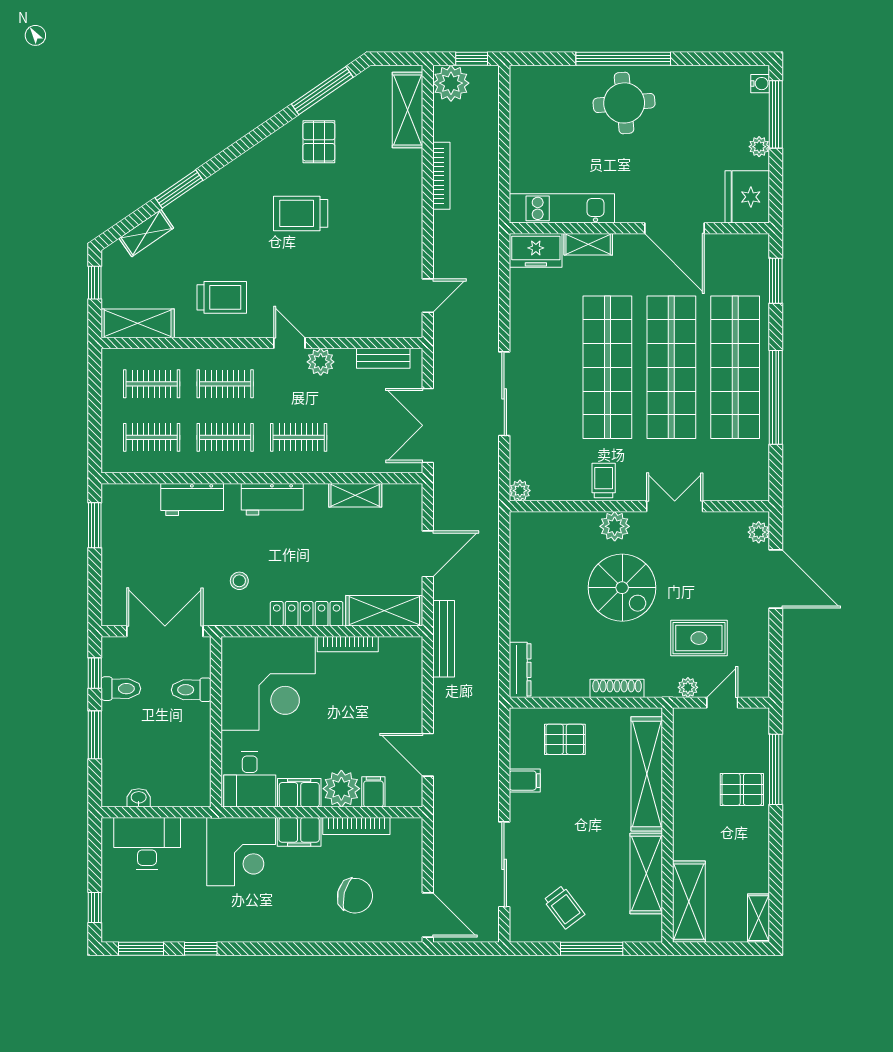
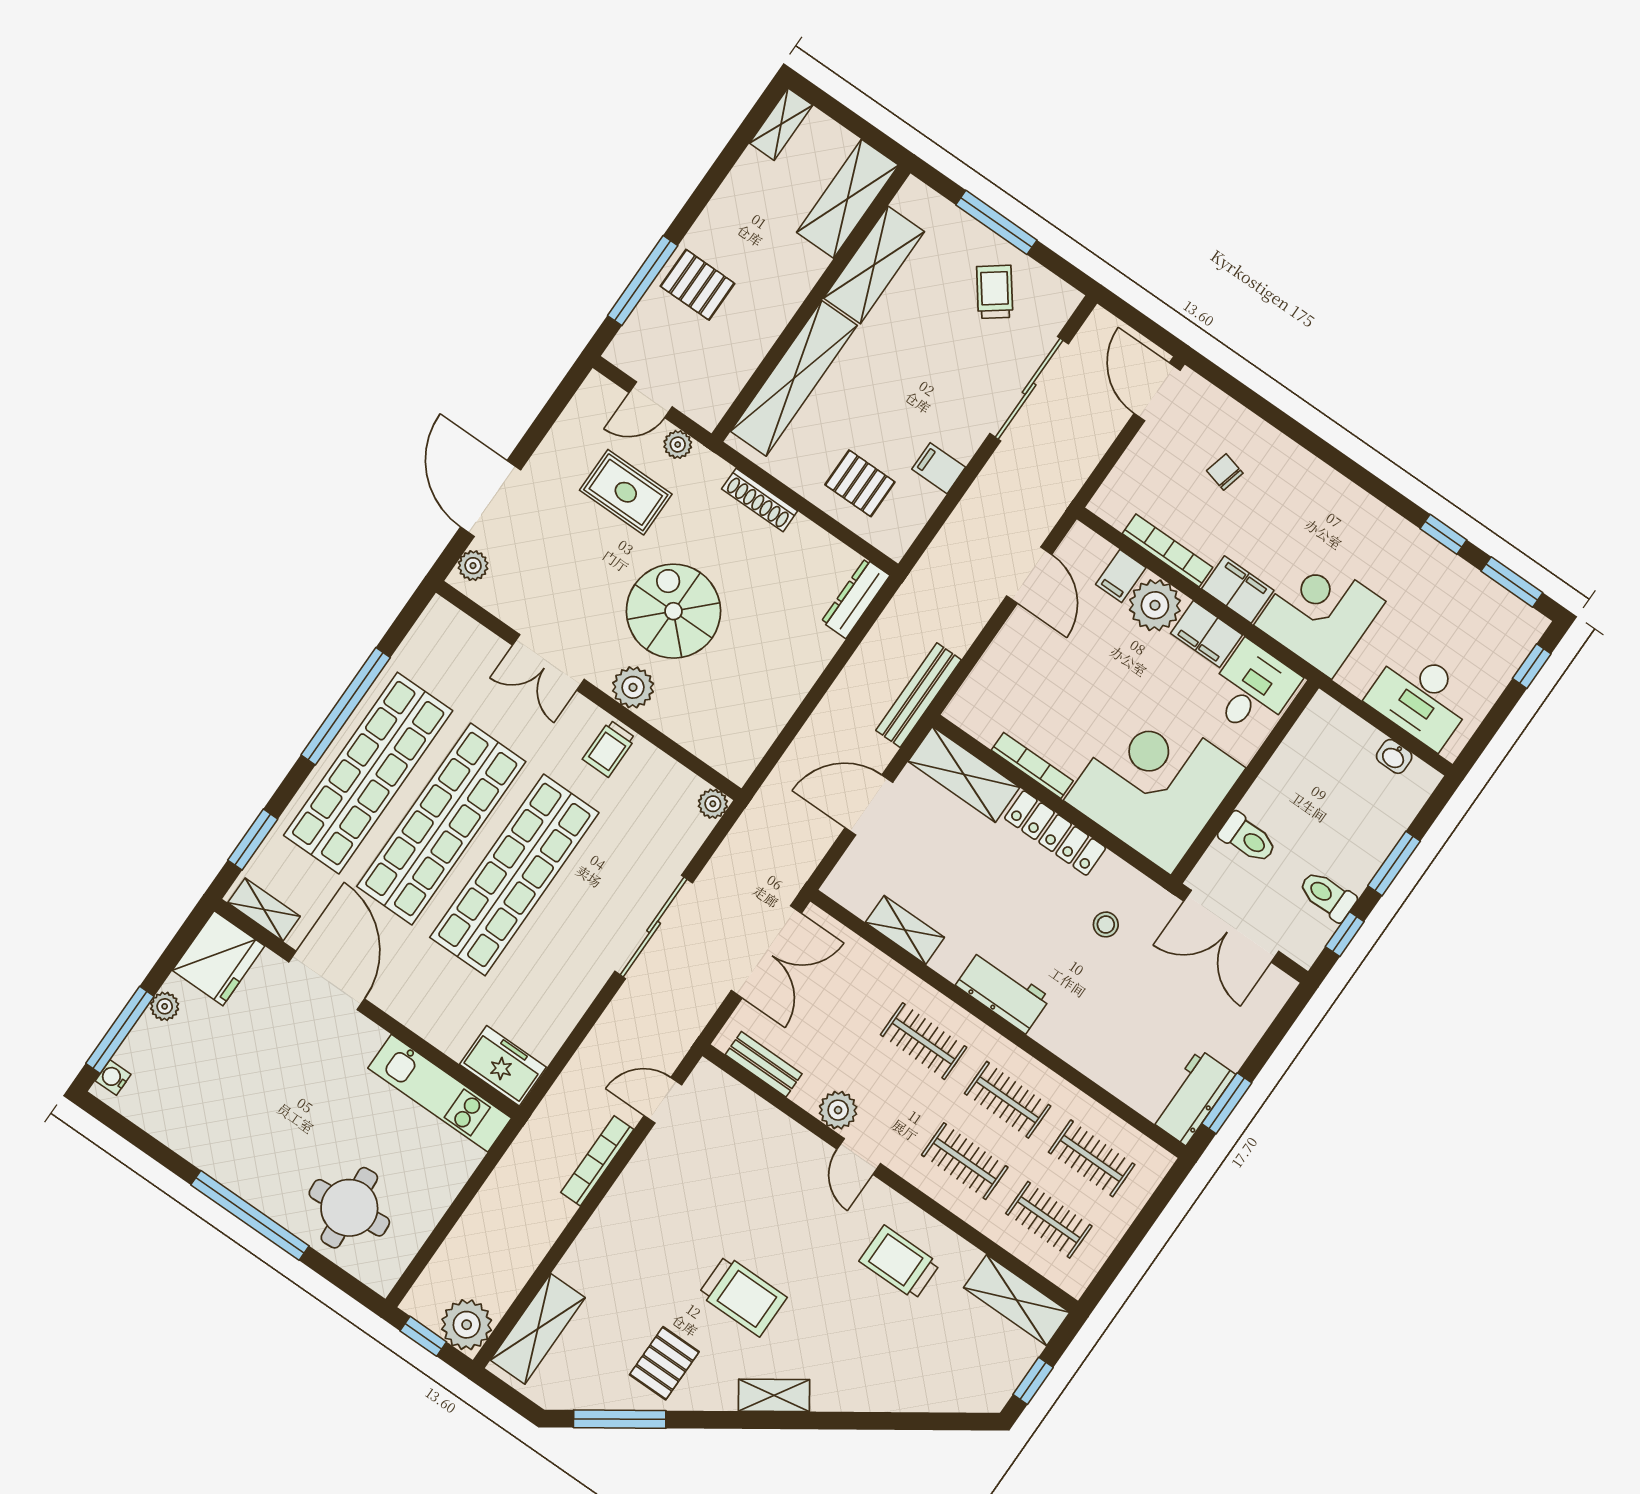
round table: (624, 103) -> (349, 1208), moved
bookcase: (441, 176) -> (597, 1161), moved
window: (179, 189) -> (862, 1421), removed
shelving: (146, 233) -> (774, 1395), moved
shelving: (588, 244) -> (264, 910), moved
workbench: (192, 499) -> (1192, 1097), moved, turned -90
chair: (355, 896) -> (1225, 472), width x0.54, depth x0.54

